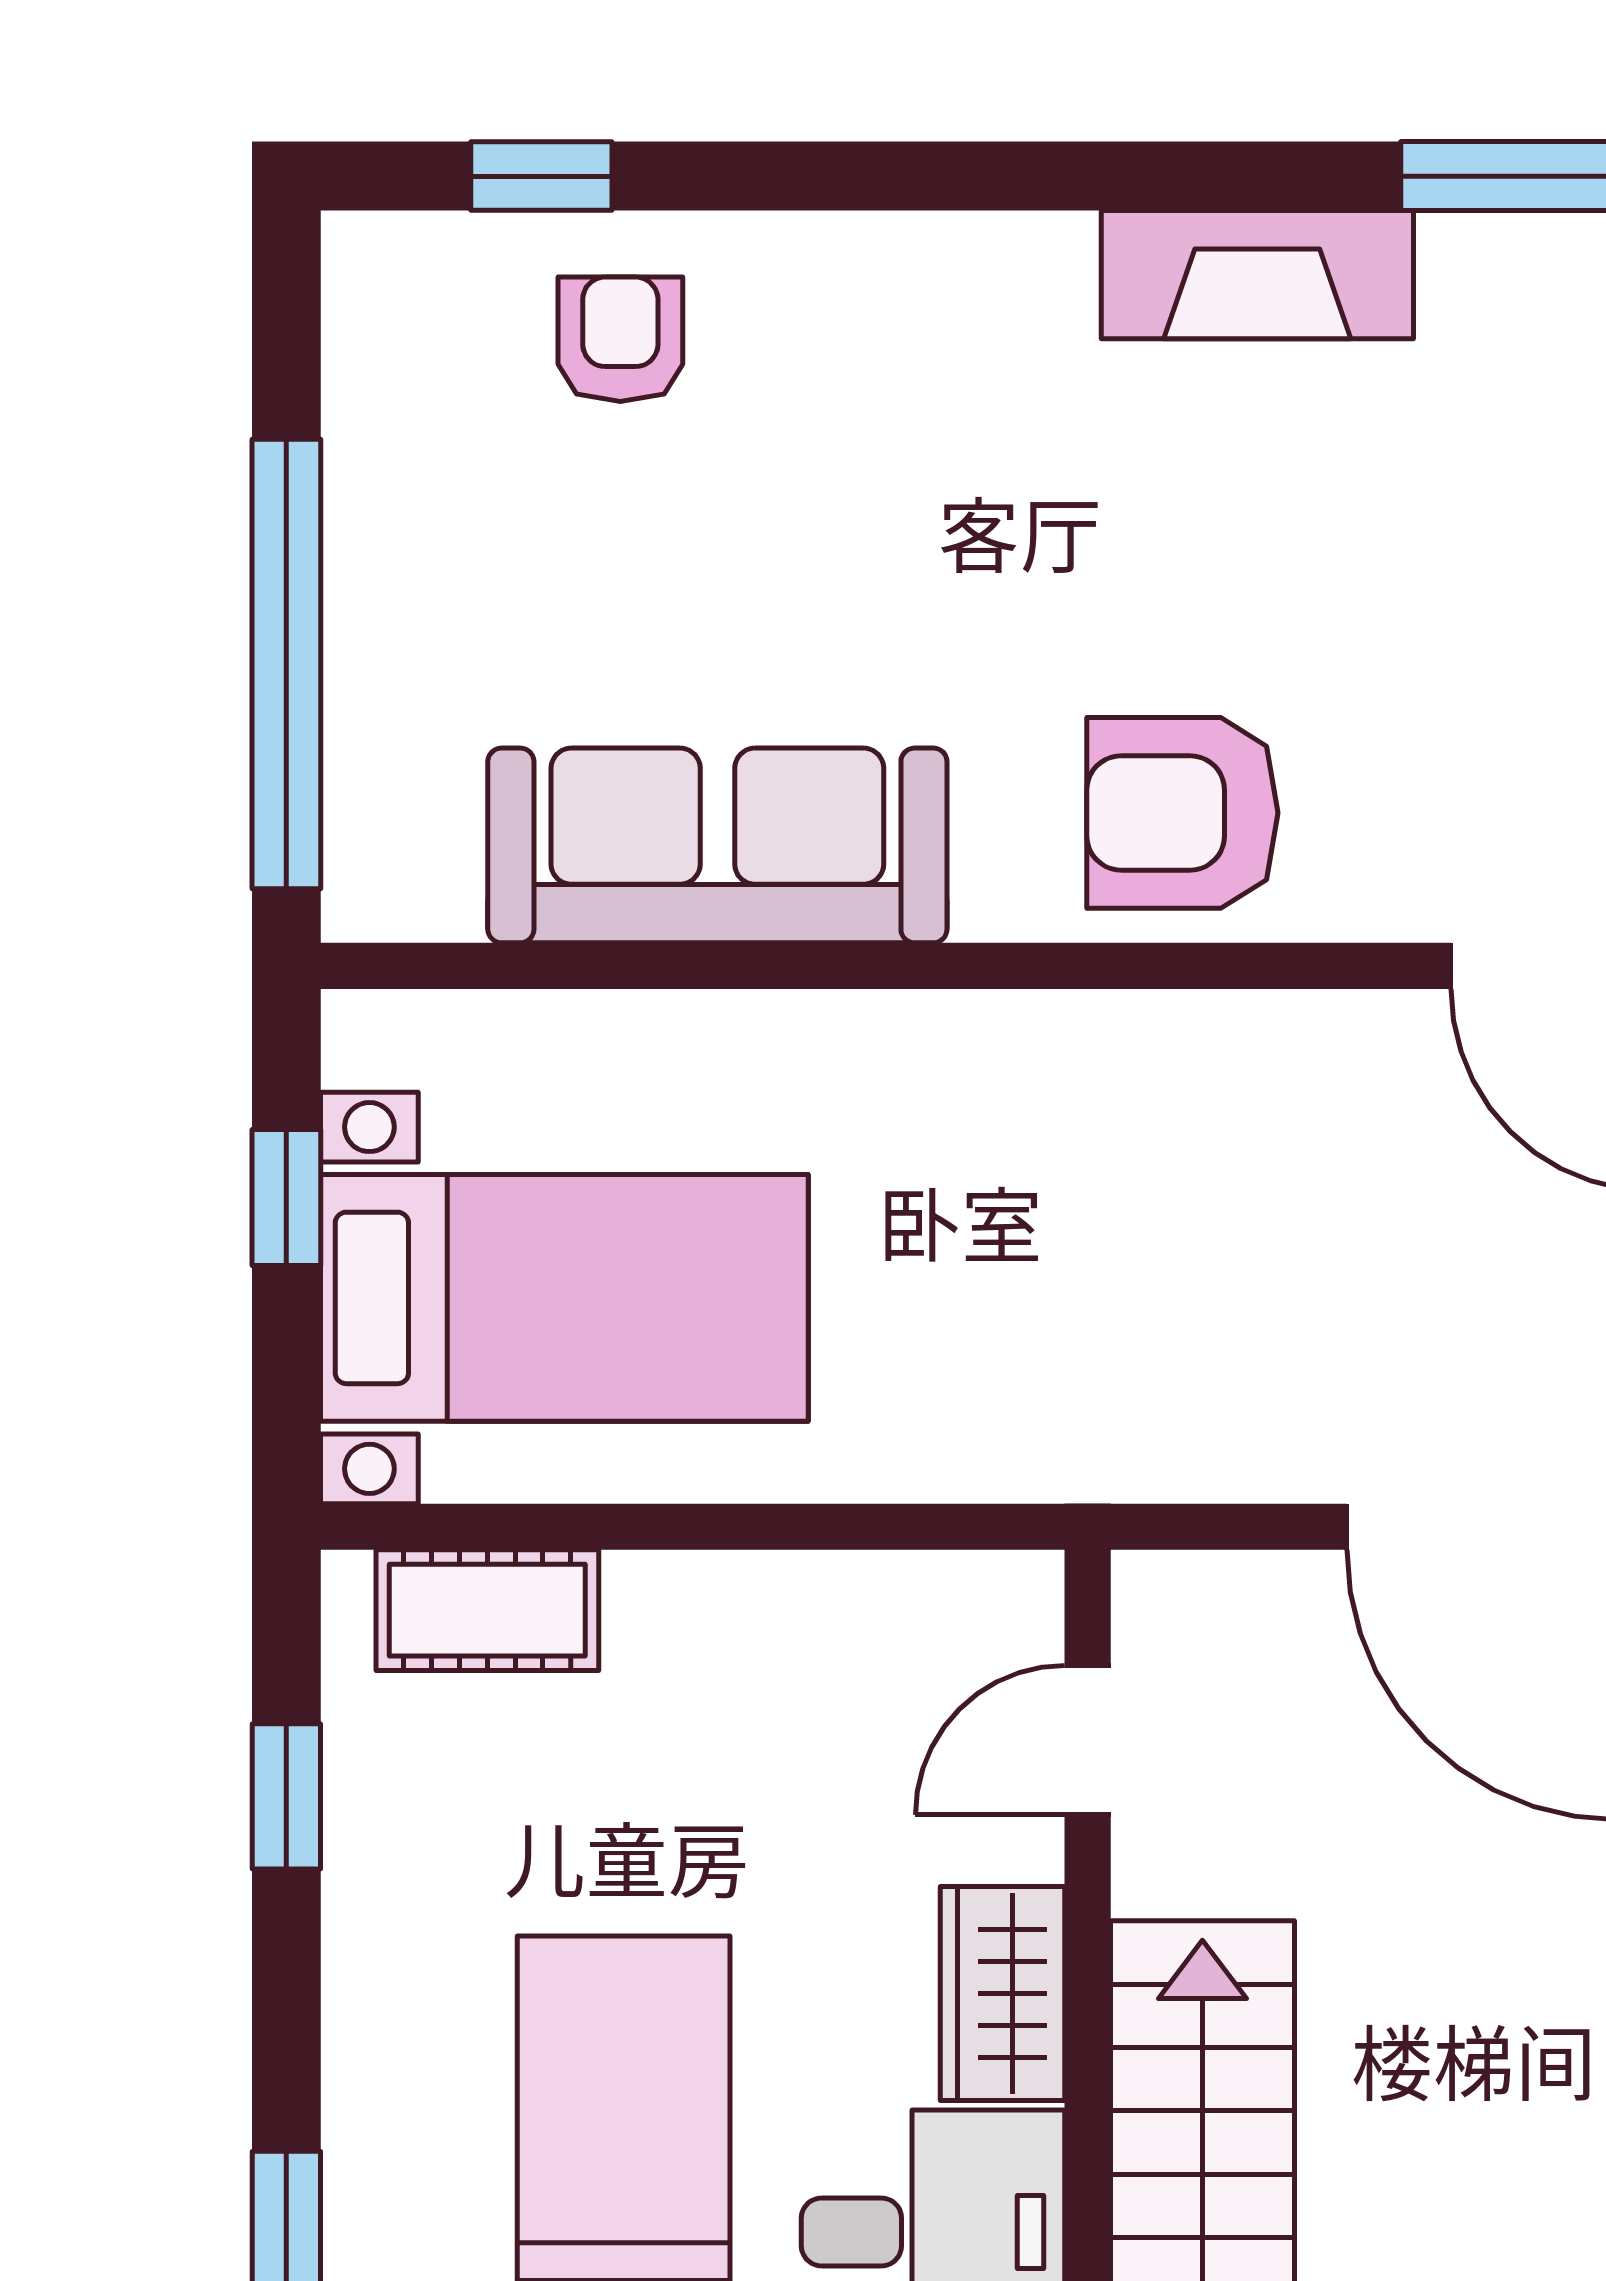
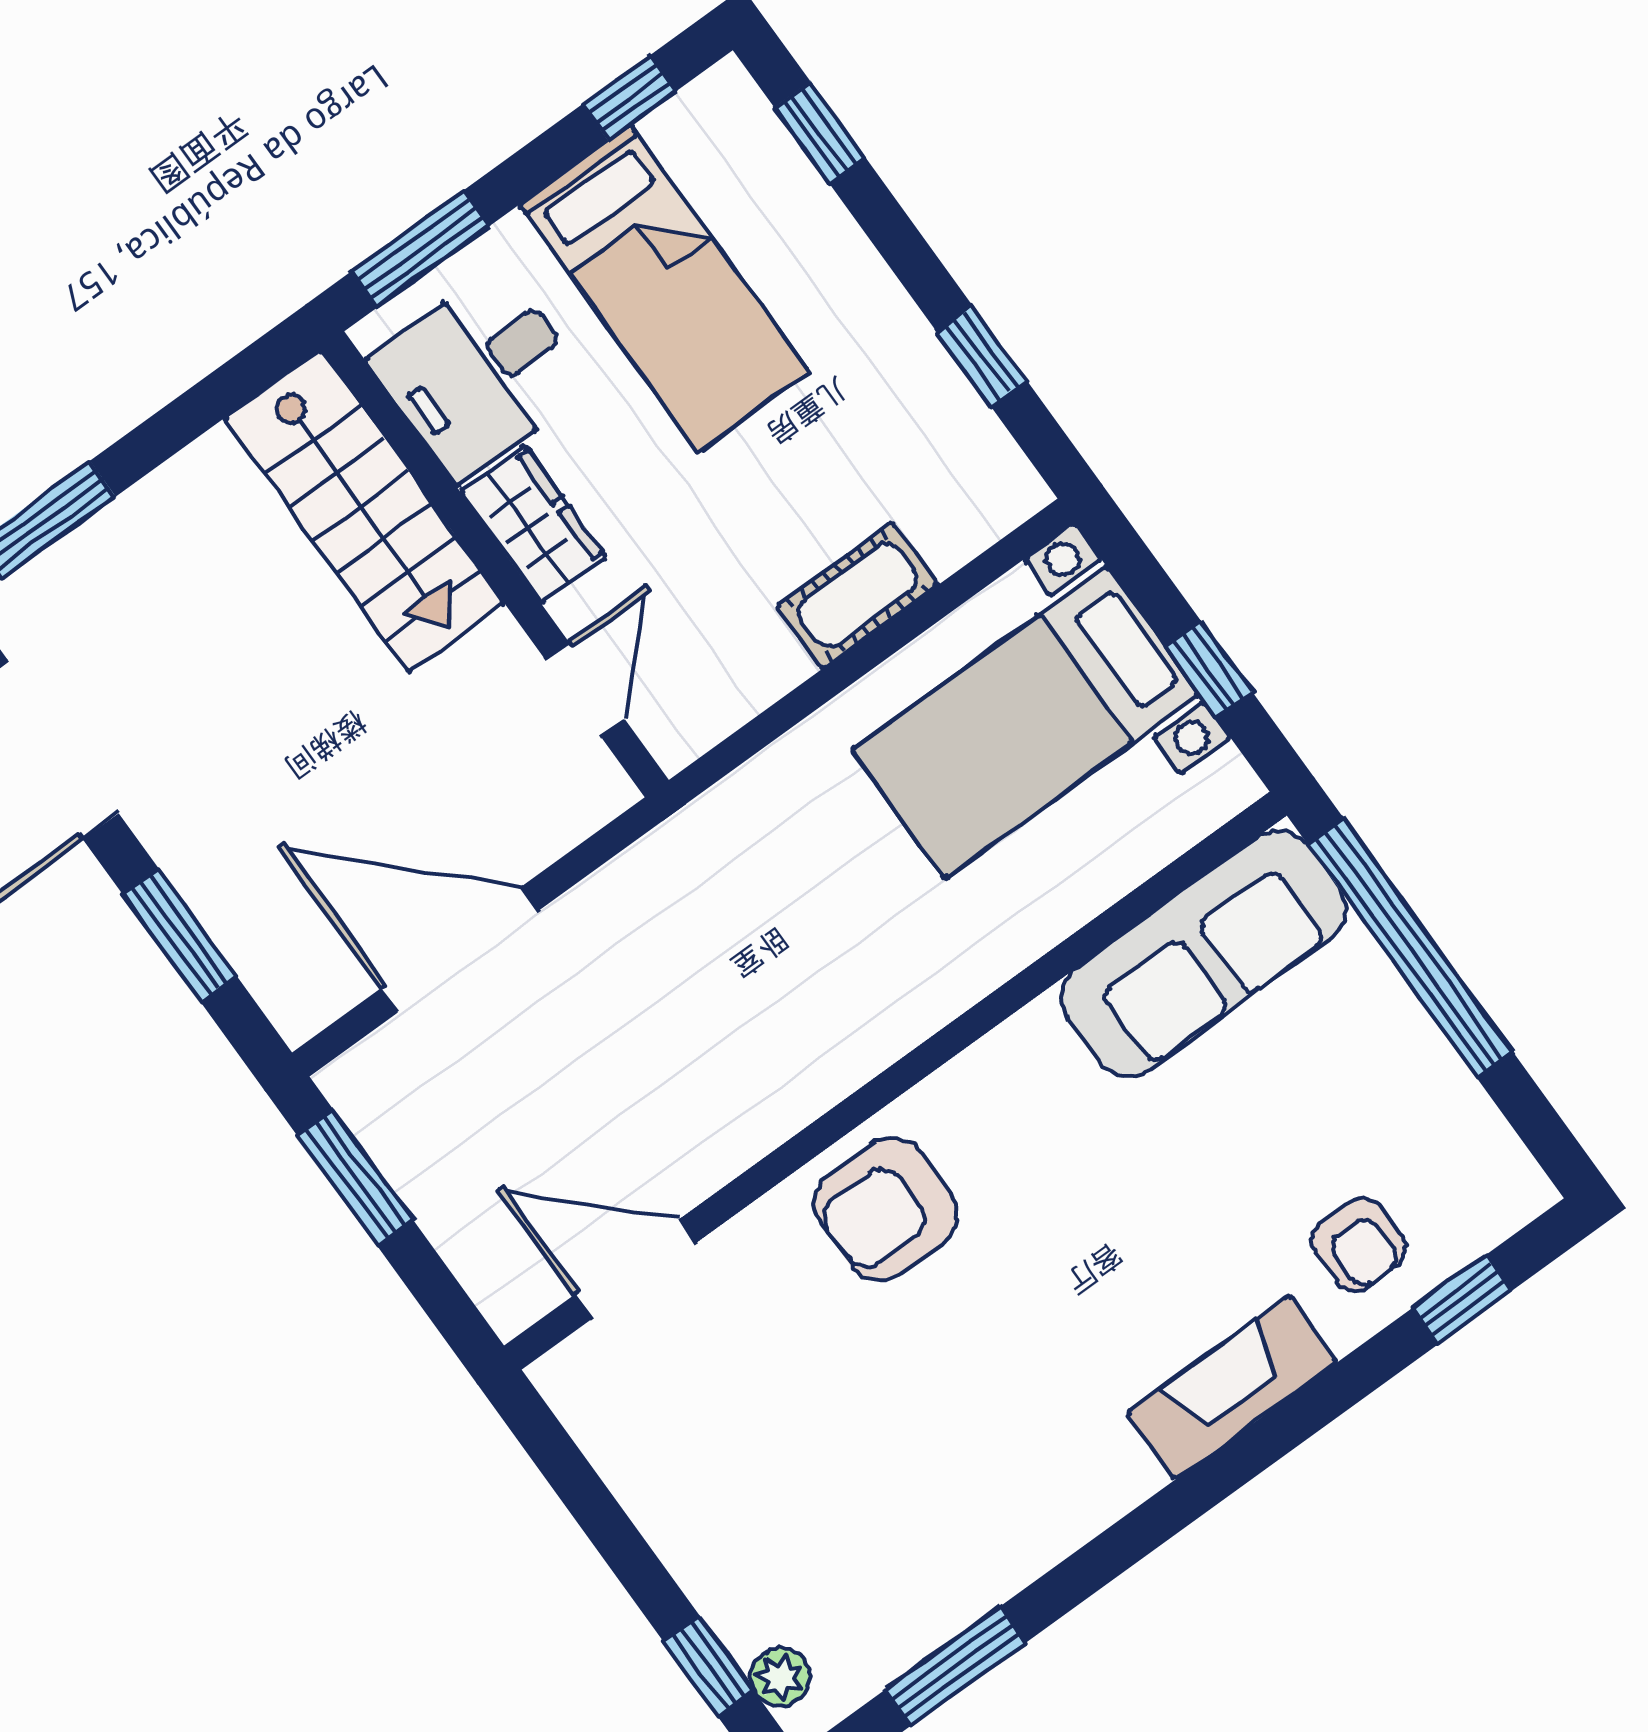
fireplace: (1257, 275) -> (1232, 1387), moved
armchair: (1182, 813) -> (886, 1209), turned 180
sofa: (717, 845) -> (1204, 953), moved
cot: (487, 1610) -> (857, 595), moved

